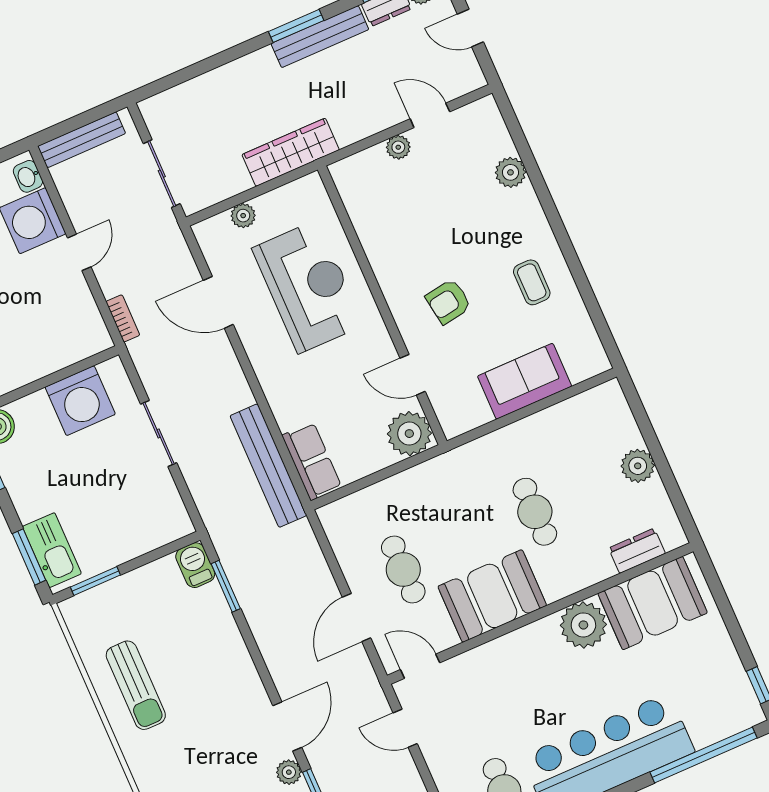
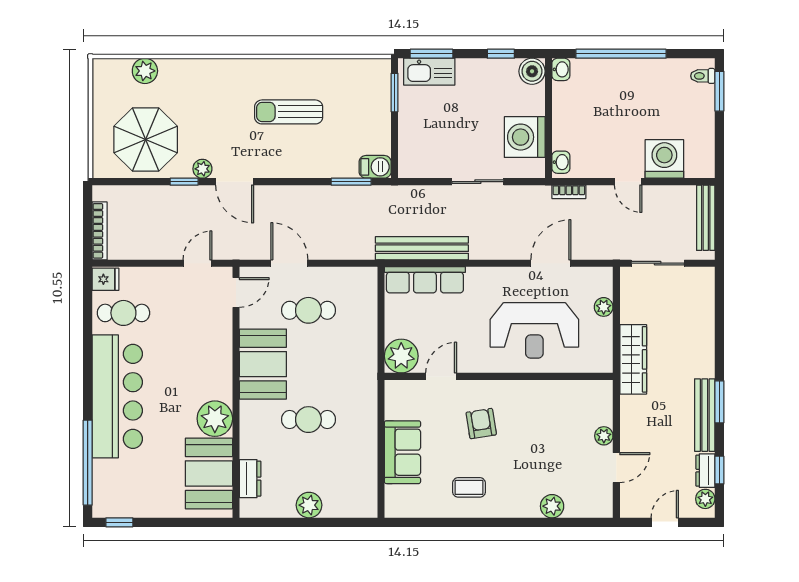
washbasin: (28, 176) -> (561, 162), moved, turned 90
row of seats: (312, 461) -> (425, 280), width x1.48
sun lounger: (136, 685) -> (289, 112), moved

